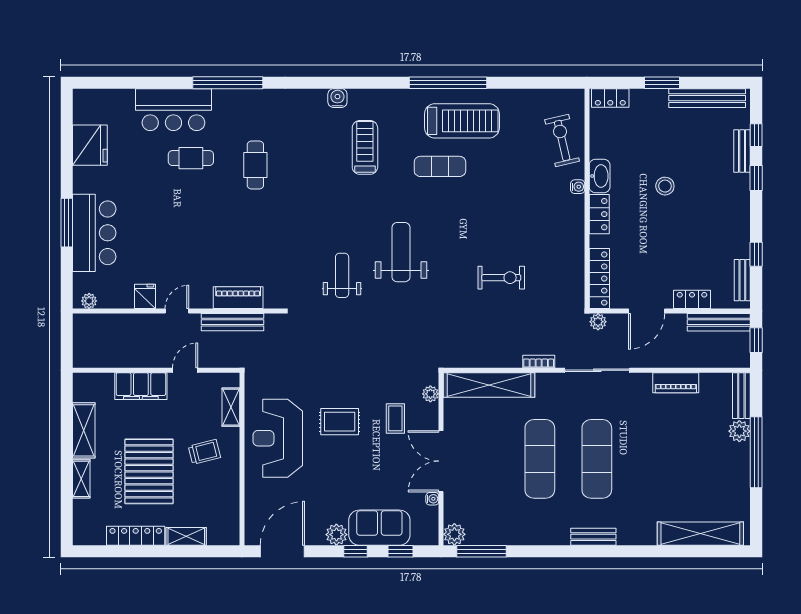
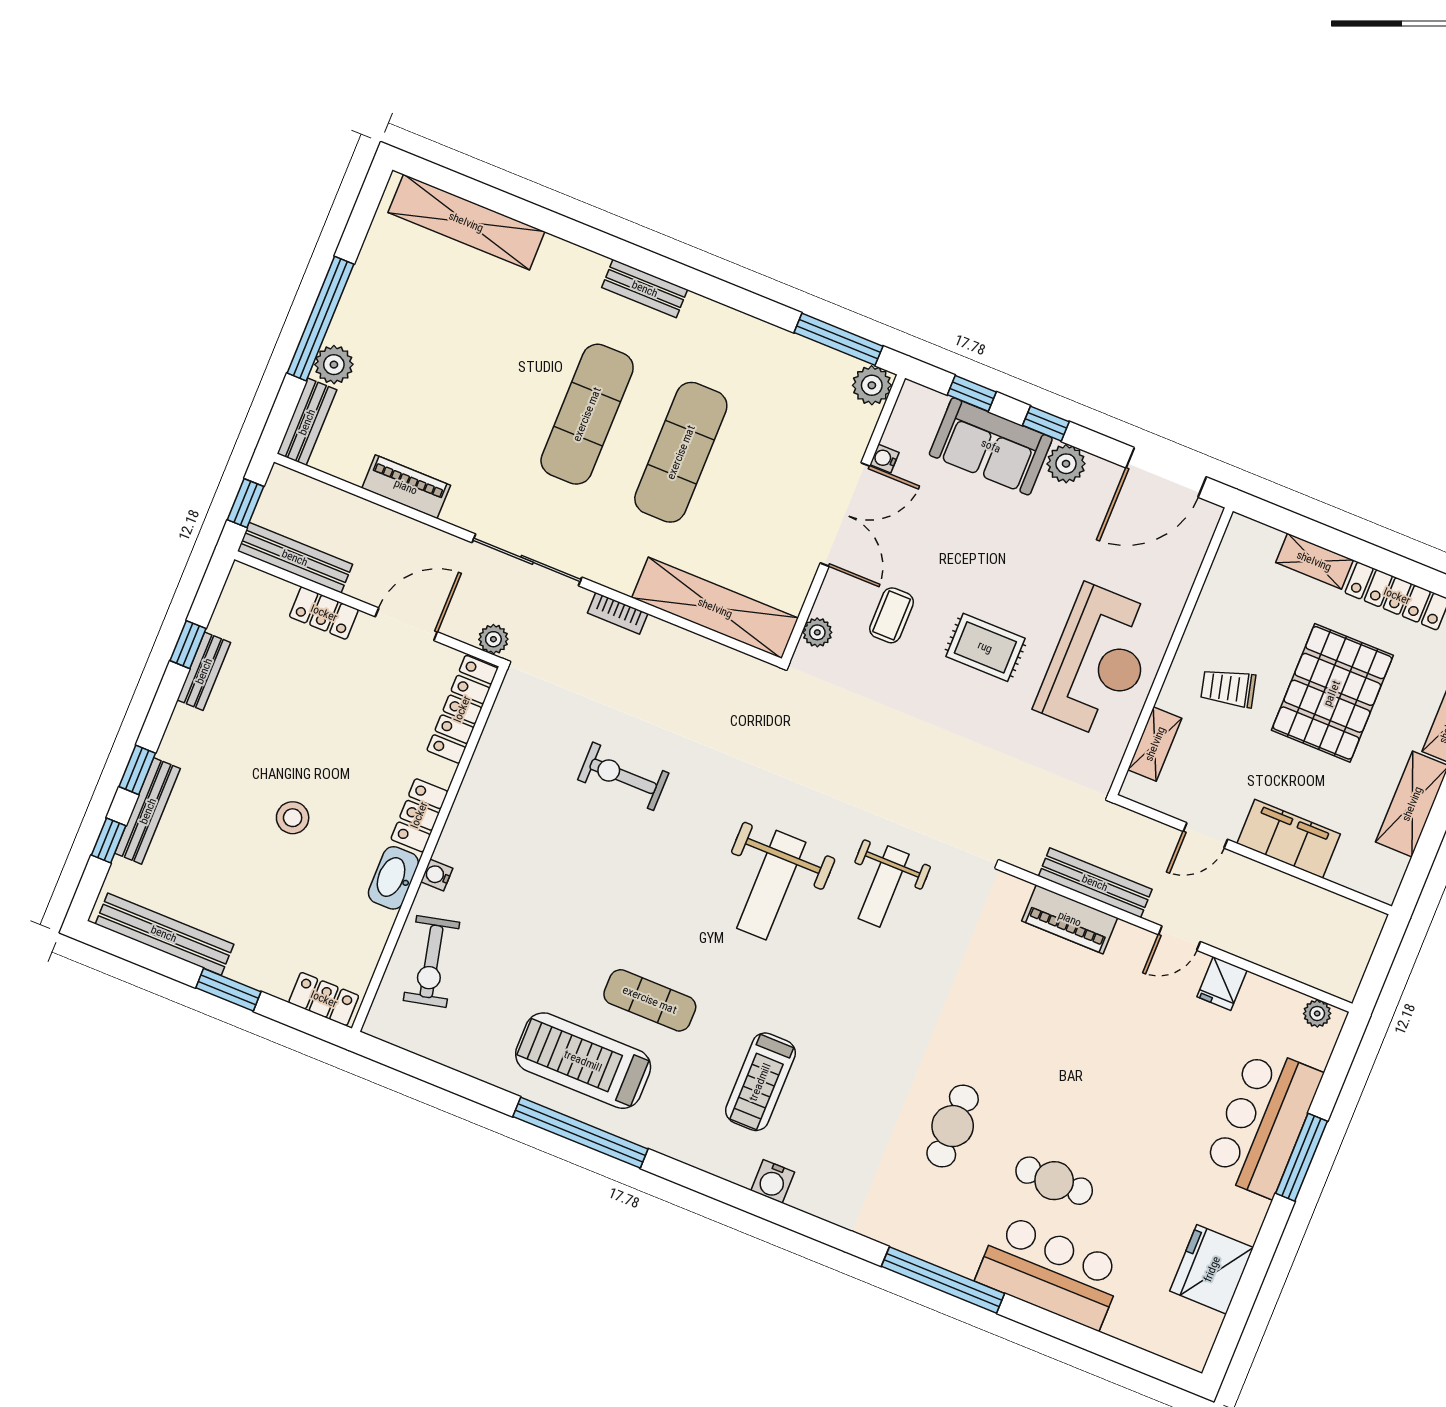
bench: (742, 151) -> (148, 811), width x1.36
bench: (742, 280) -> (204, 671), moved

